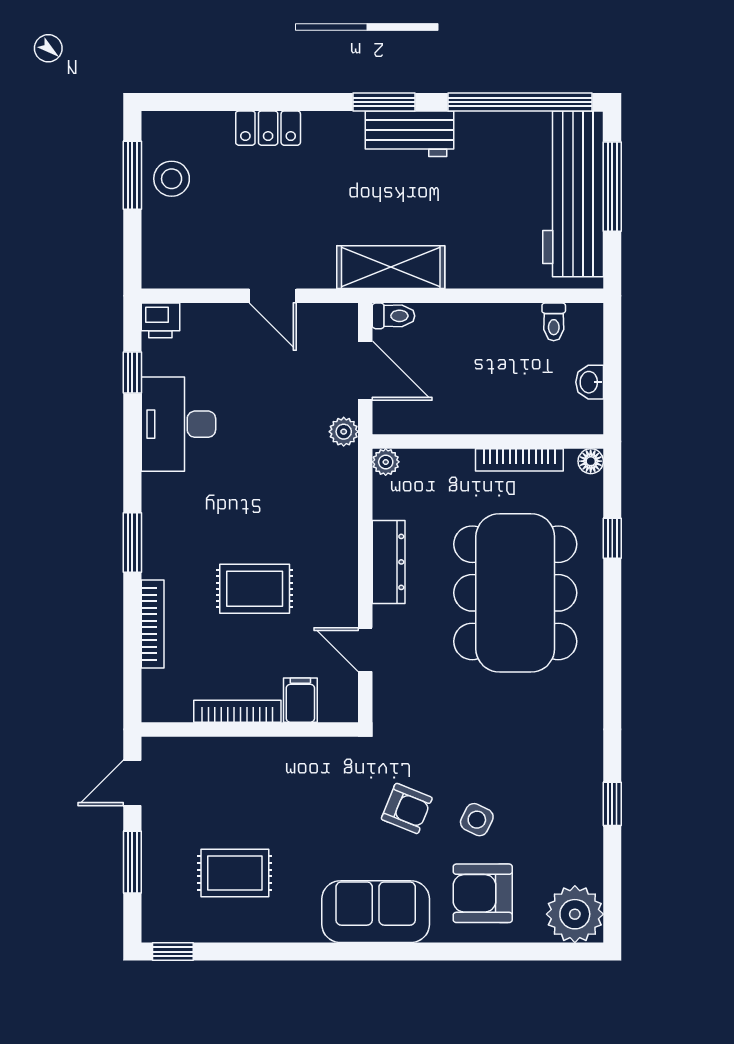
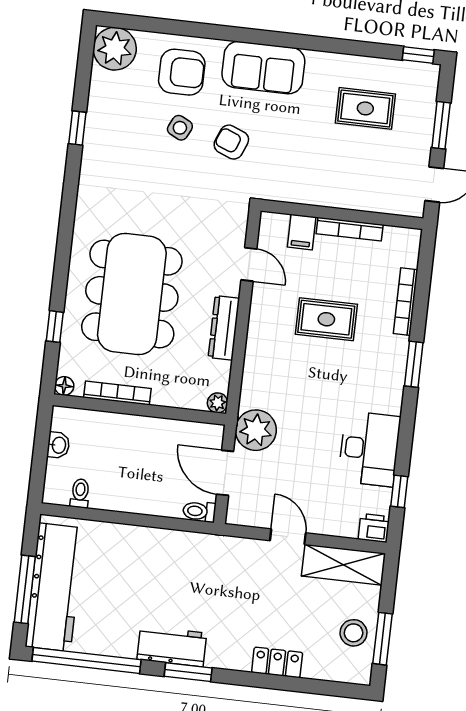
shelving: (391, 267) -> (343, 565), moved
plant: (344, 432) -> (256, 430), width x1.88, depth x1.88

